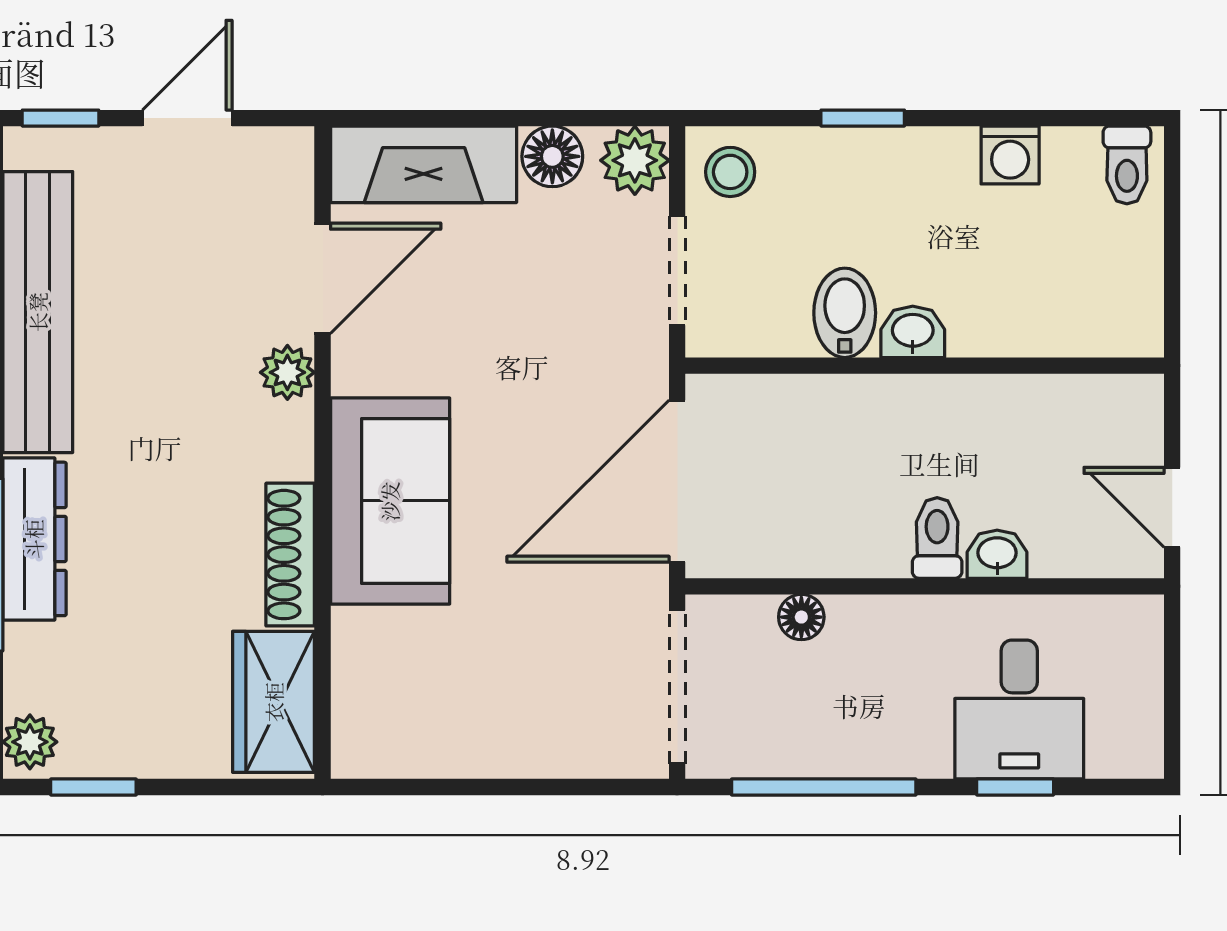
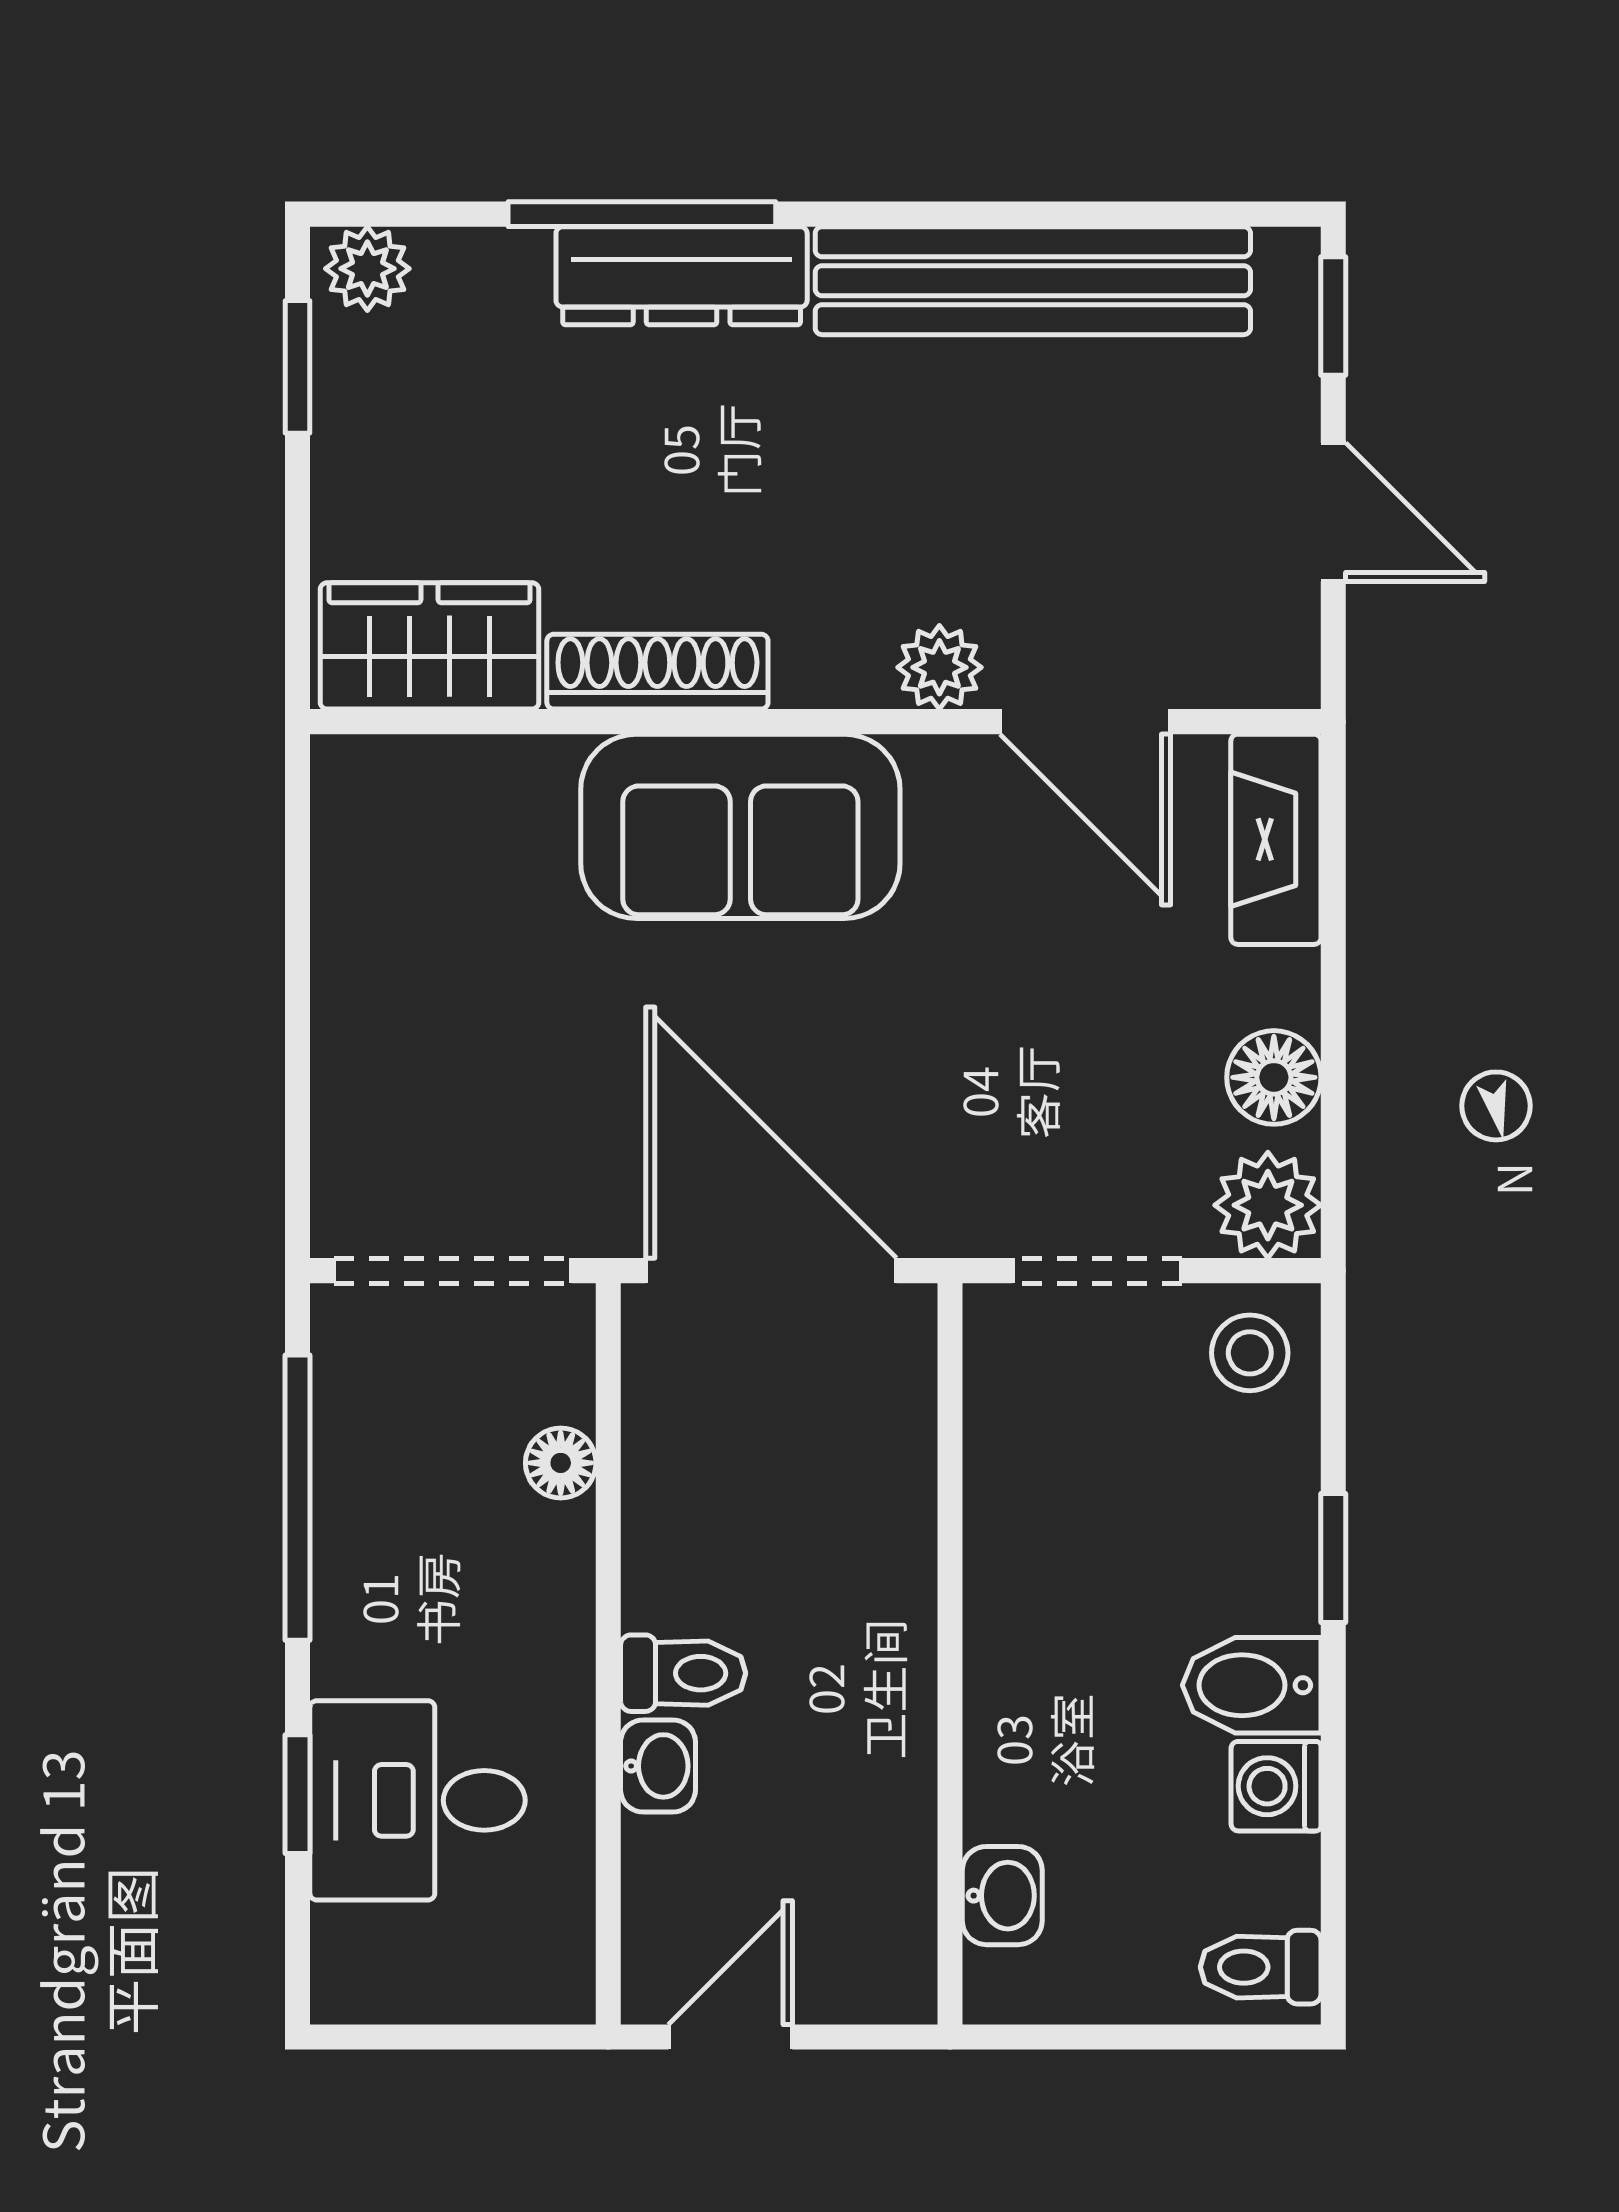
fireplace: (424, 164) -> (1276, 839), width x0.73, depth x0.76
bidet: (845, 313) -> (1252, 1685), moved, turned 180
washbasin: (913, 332) -> (1002, 1896), moved

